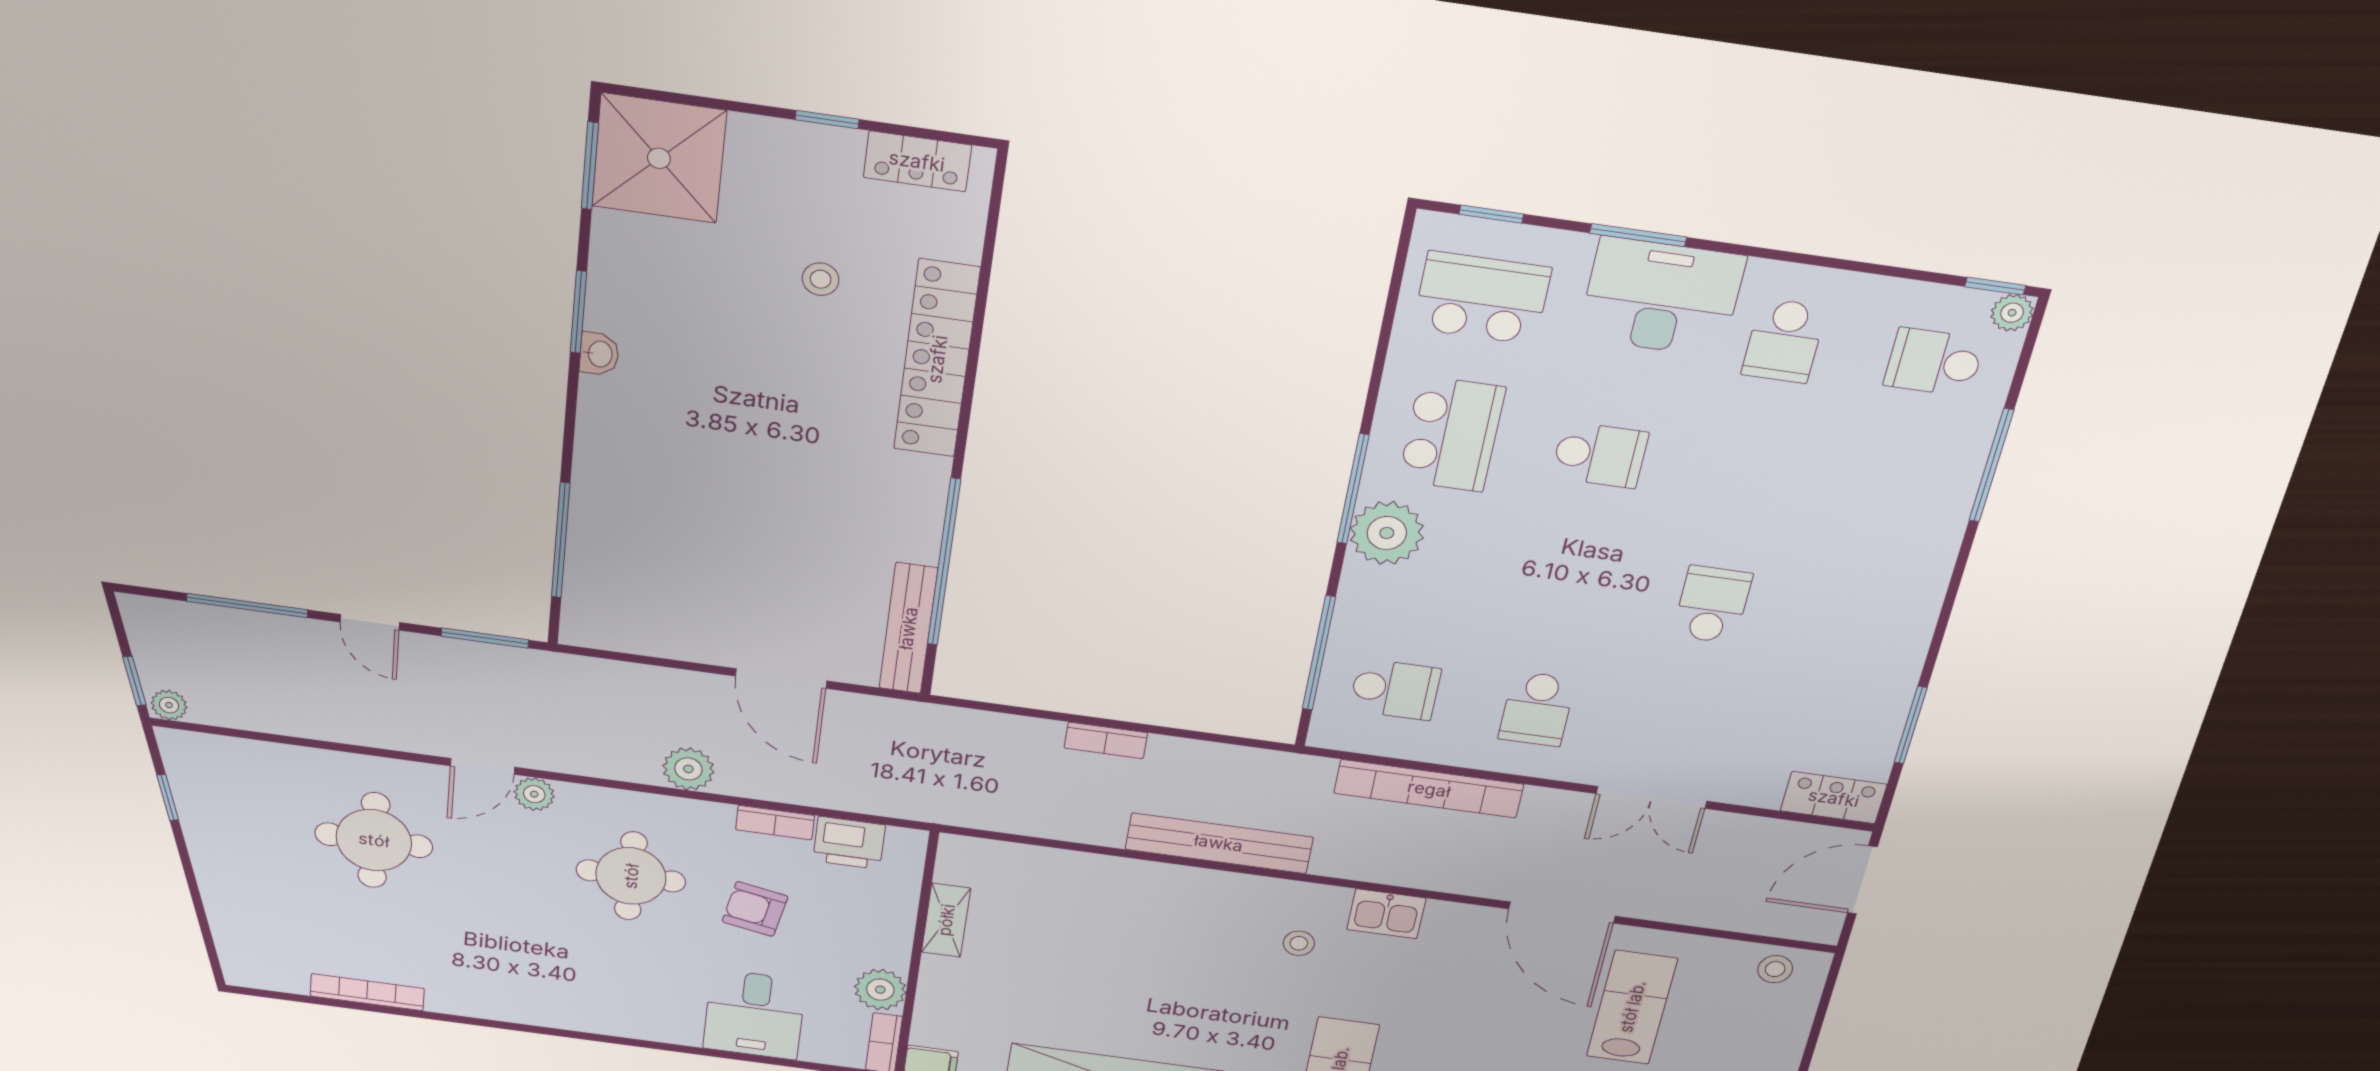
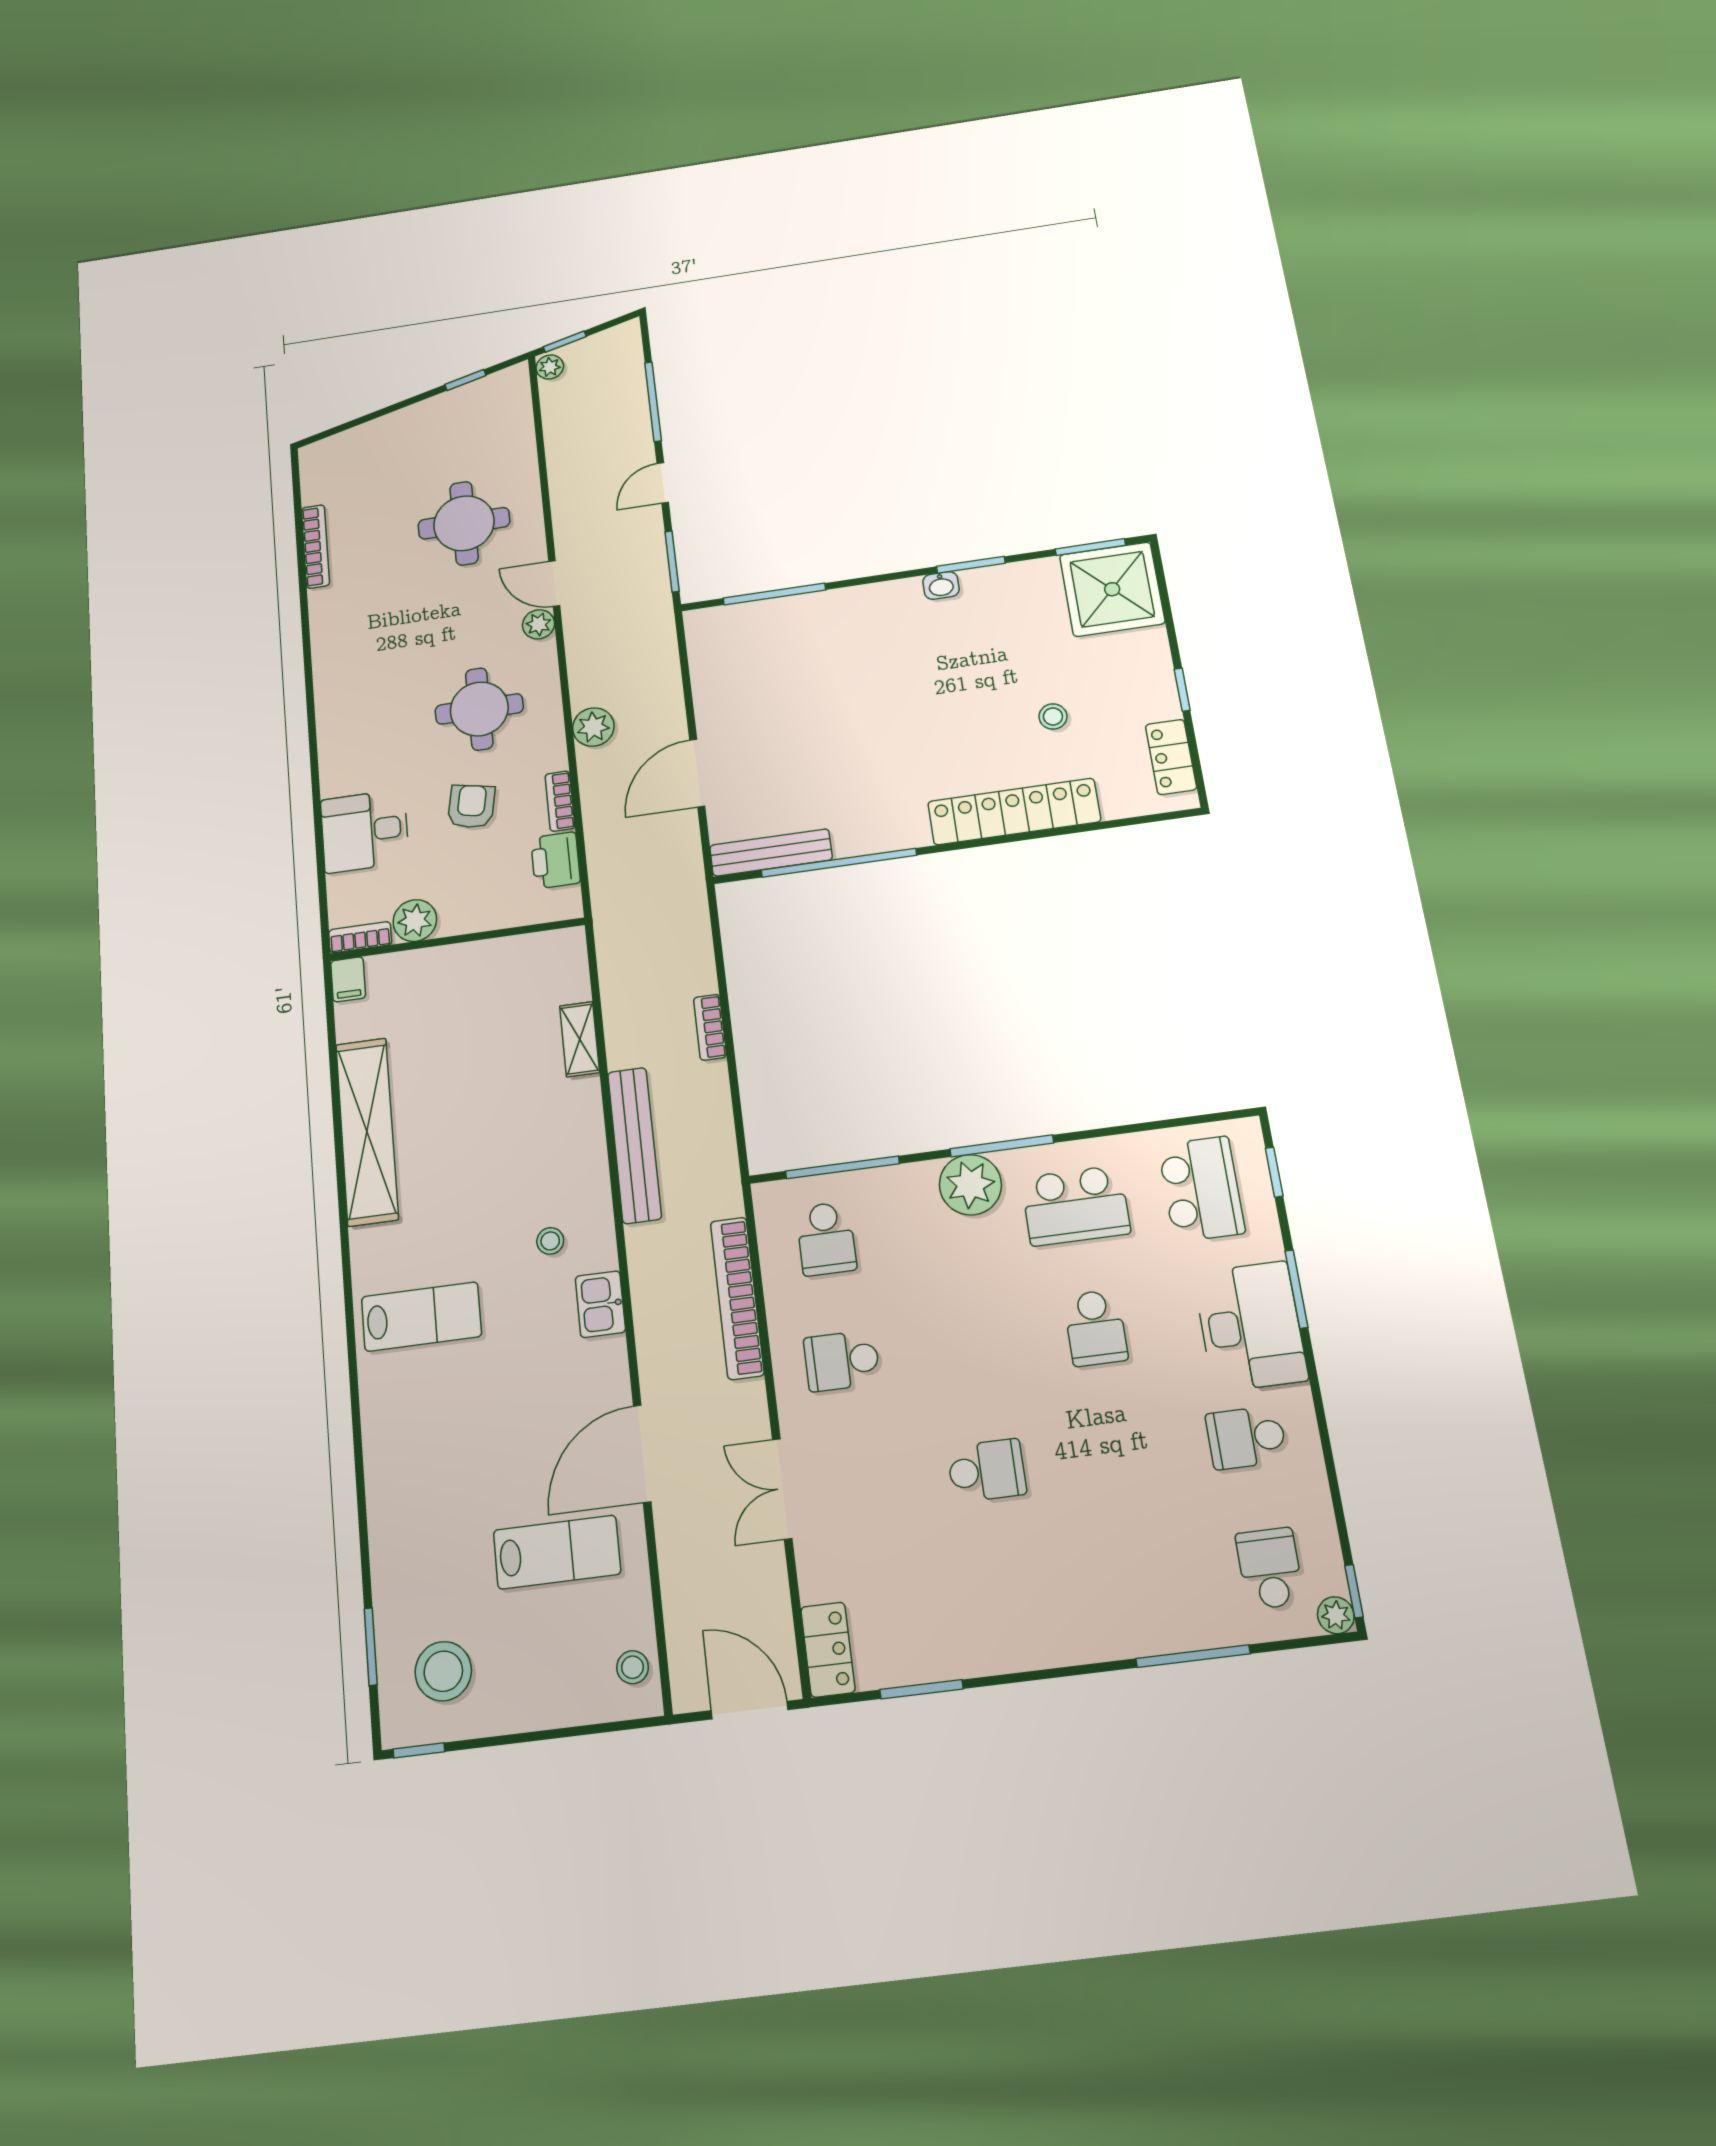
shelving: (946, 920) -> (580, 1039), moved, turned 90

